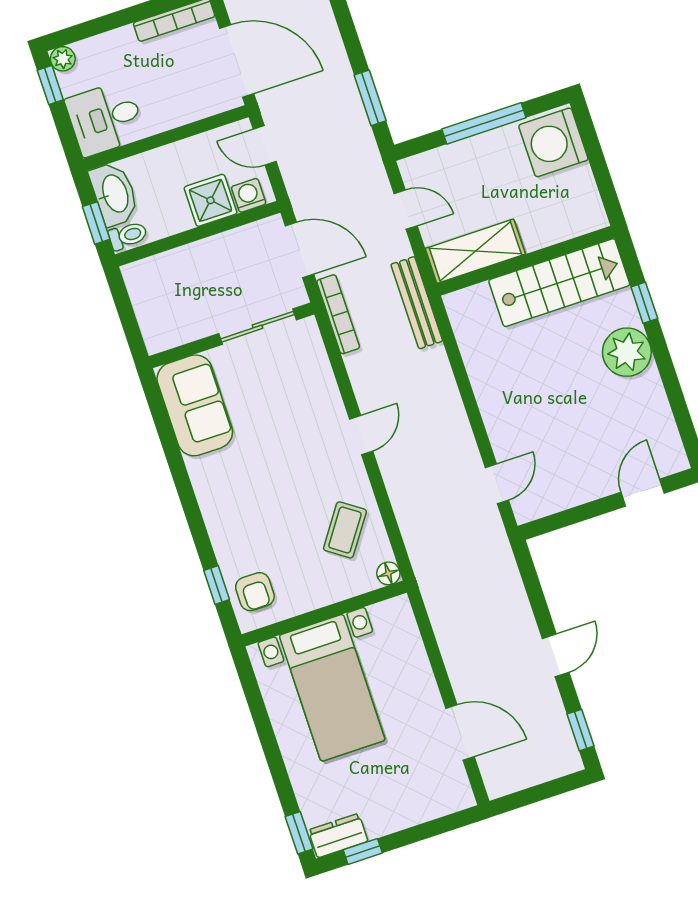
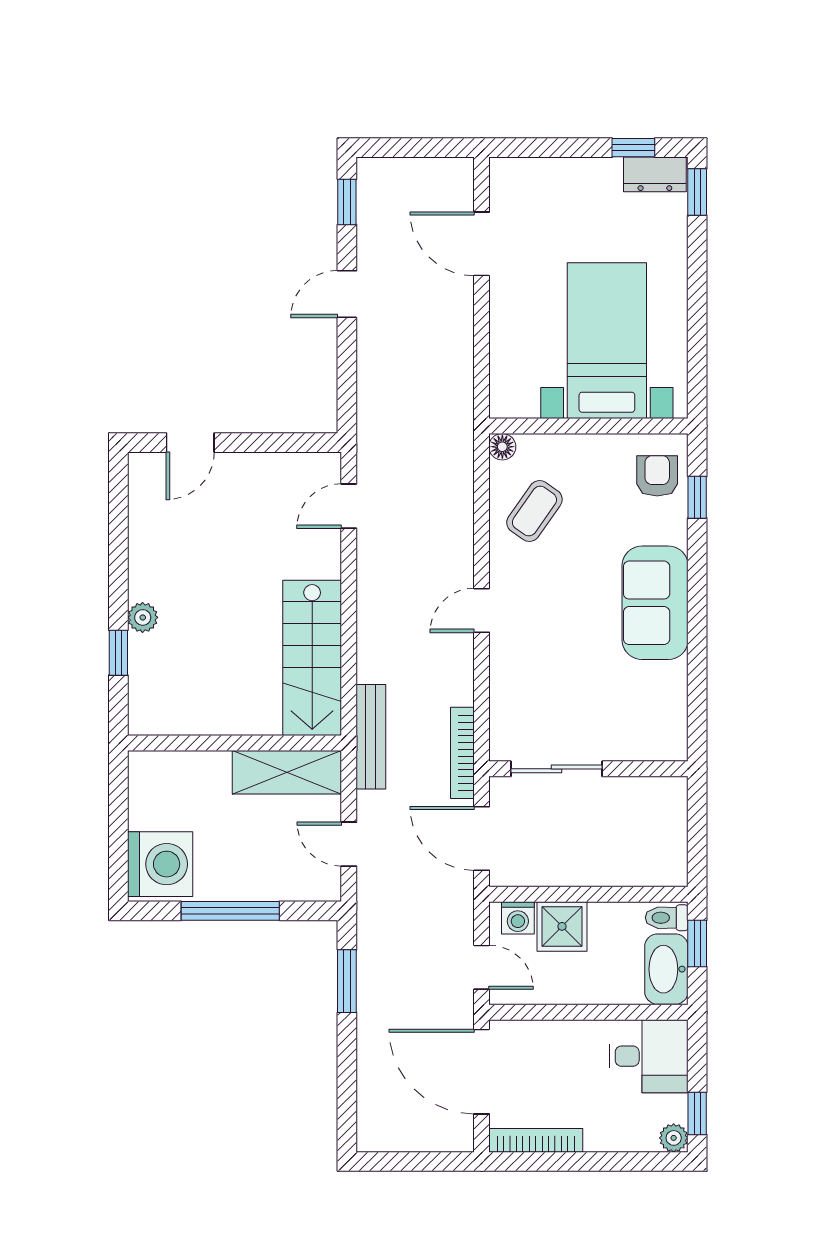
stairs: (559, 283) -> (312, 658), moved, turned -90
plant: (627, 352) -> (143, 617), width x0.53, depth x0.53
sofa: (195, 405) -> (655, 603), moved

